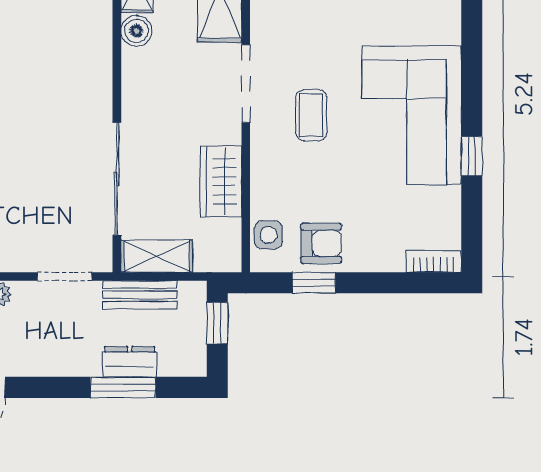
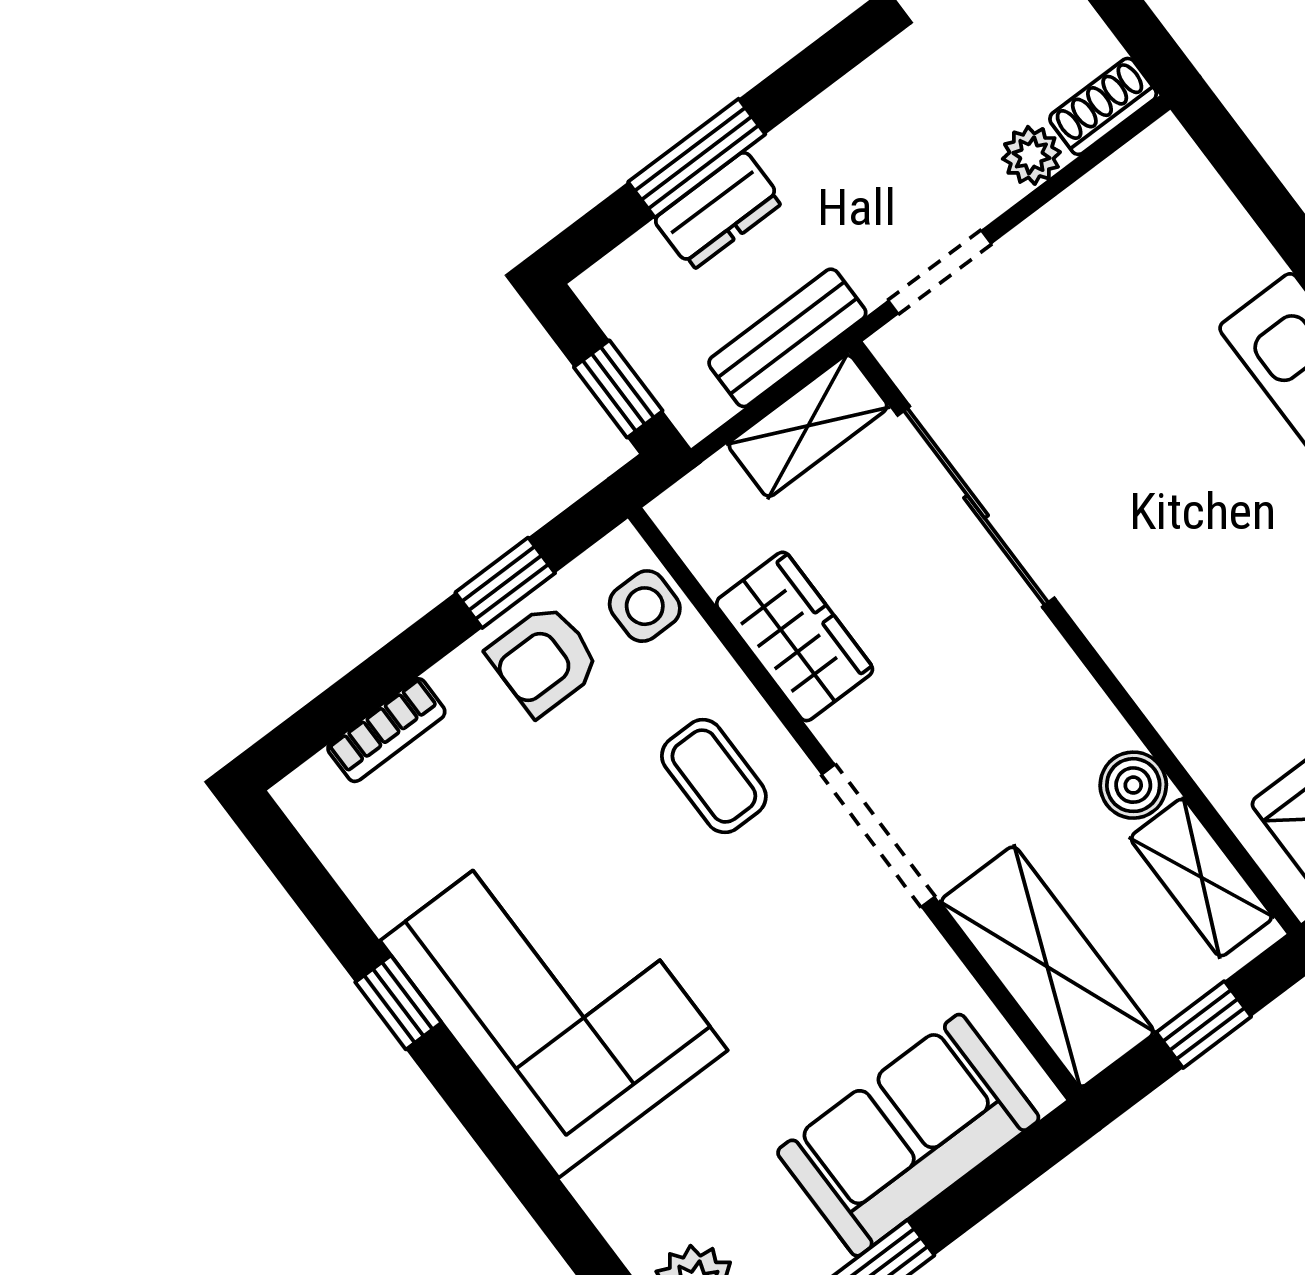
coffee table: (311, 115) -> (714, 776), moved
bookcase: (434, 261) -> (386, 730), moved

